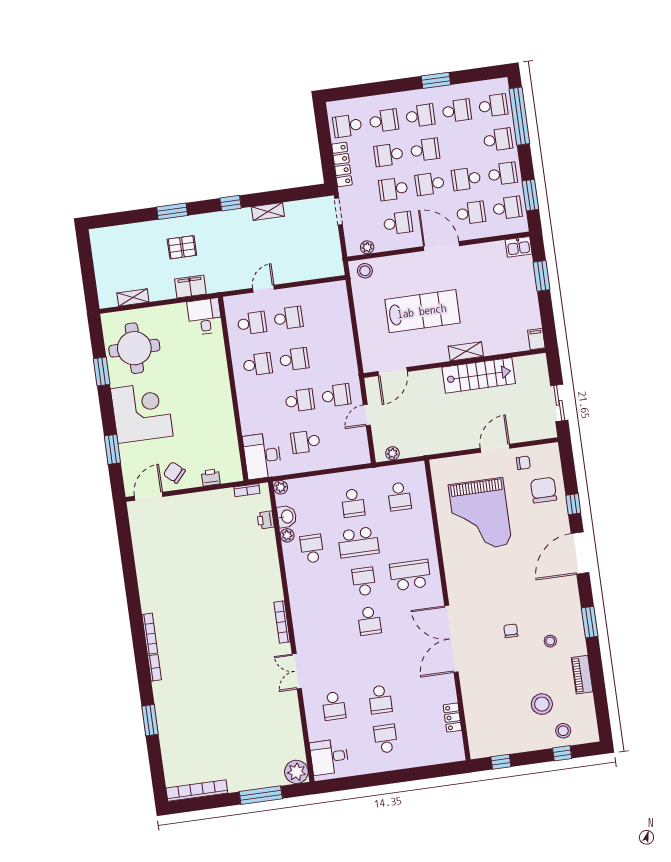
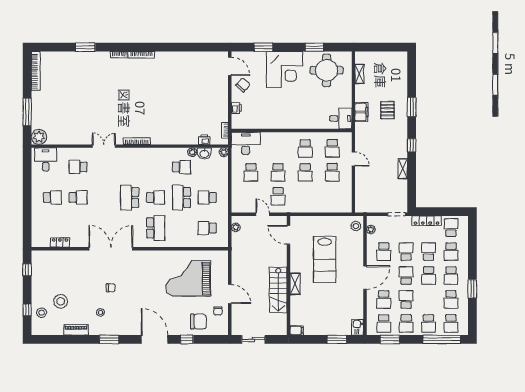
school desk: (305, 442) -> (251, 172), turned 180
school desk: (369, 621) -> (130, 197), width x1.85
school desk: (380, 699) -> (78, 197), turned 180

